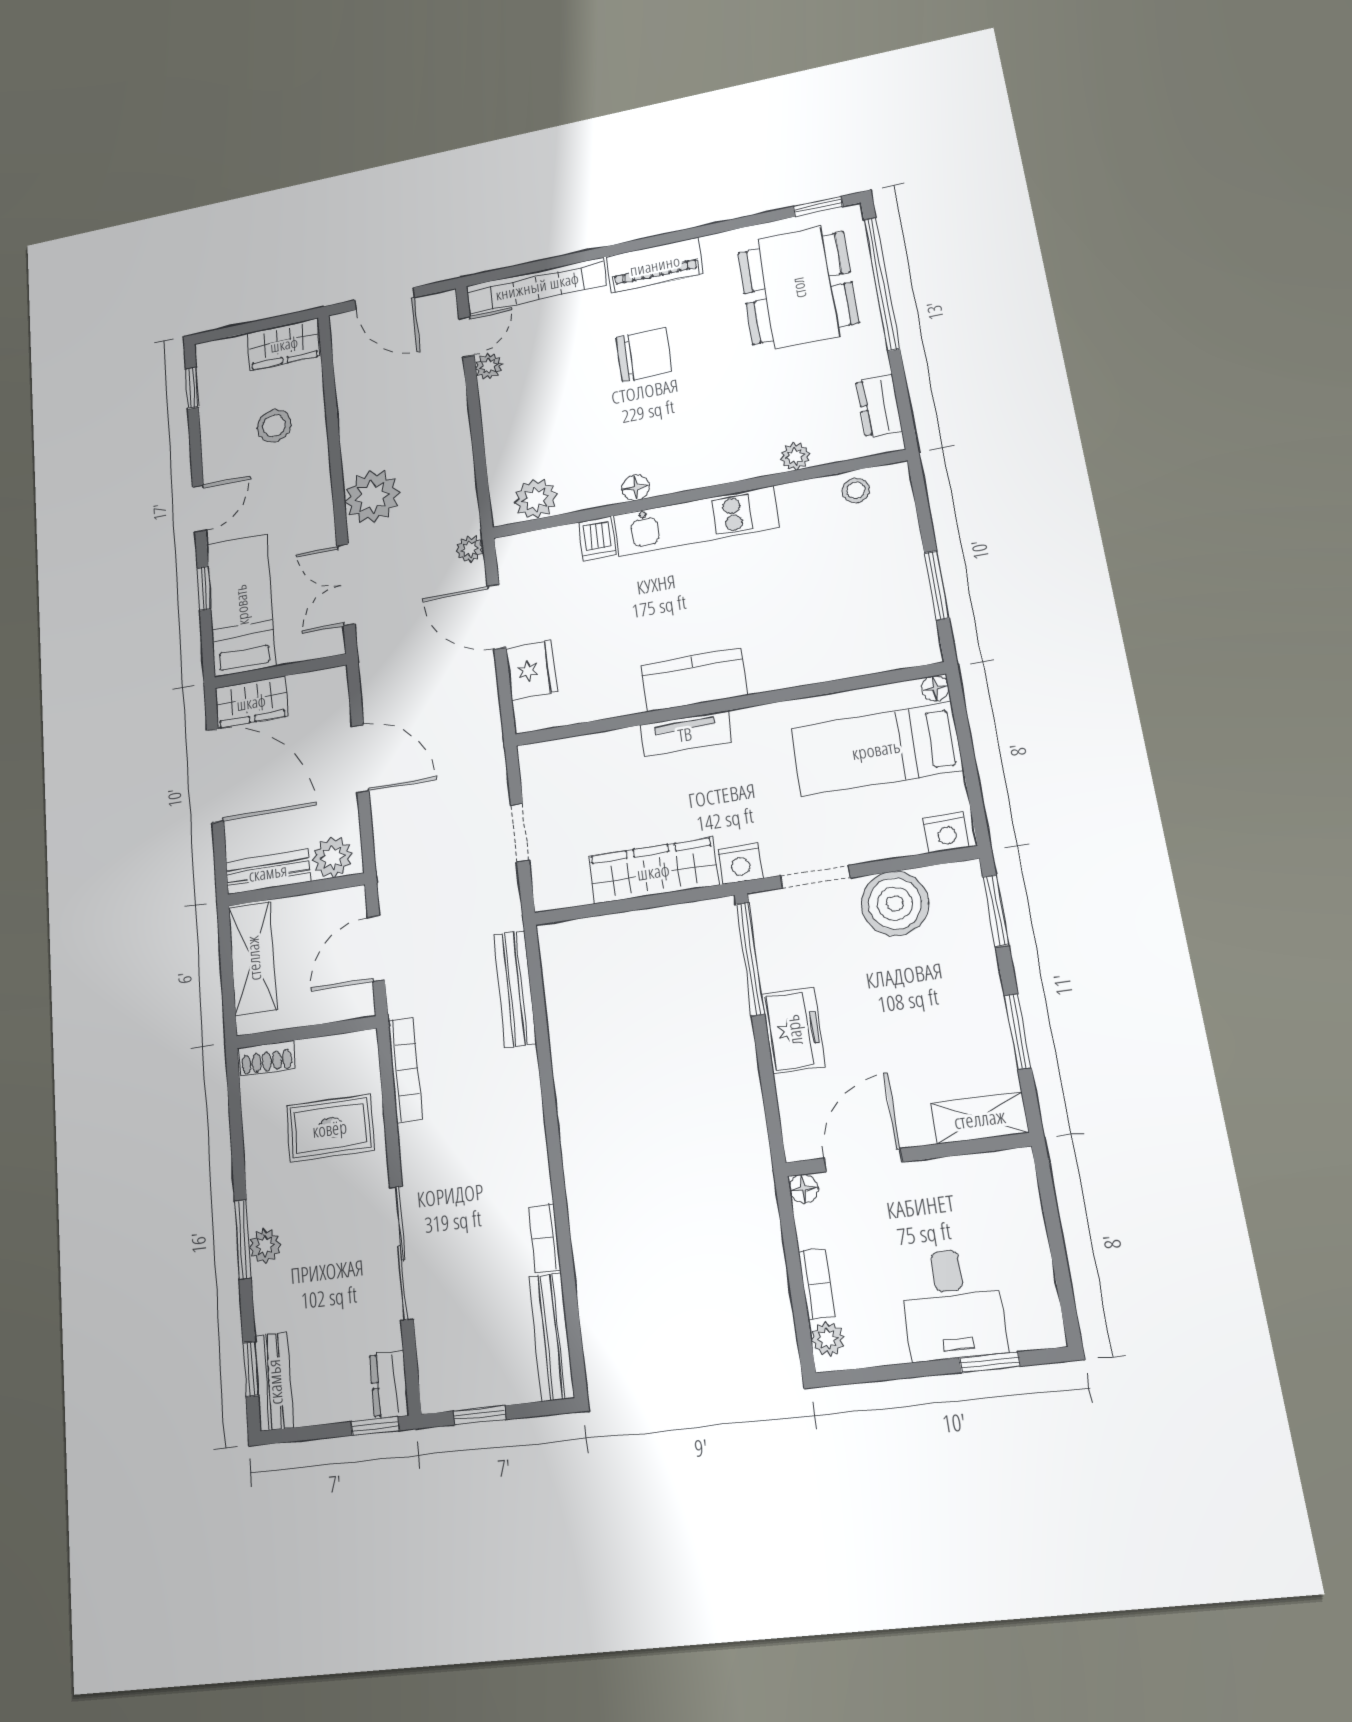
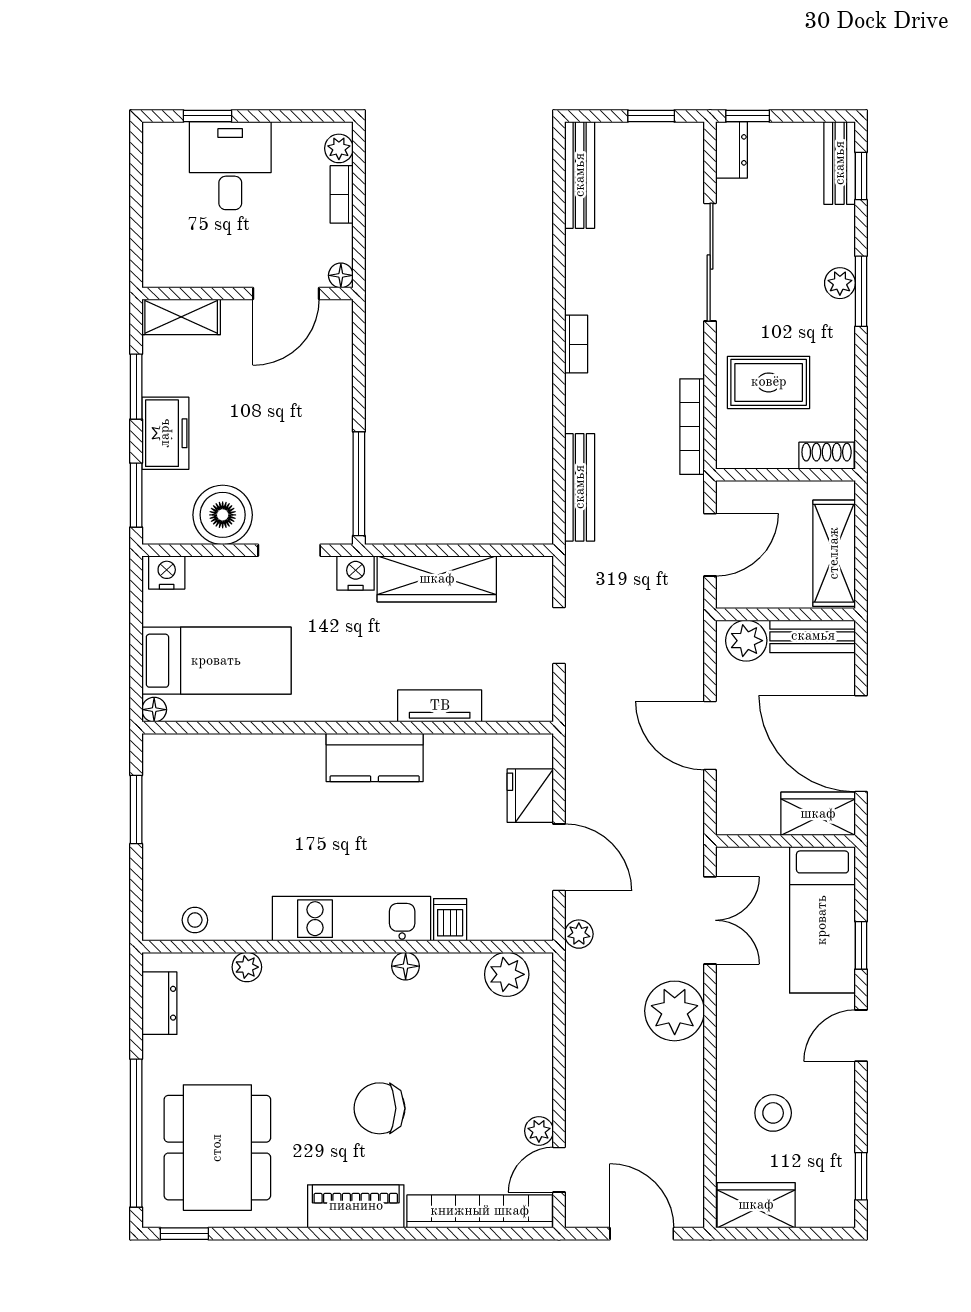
tv unit: (685, 734) -> (440, 706), moved
freezer: (793, 1030) -> (165, 433), moved, turned 180
bookcase: (545, 1238) -> (576, 344), moved

